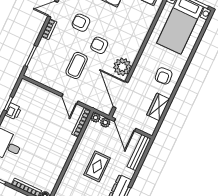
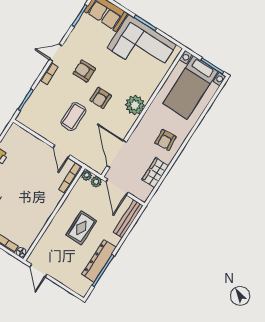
armchair: (99, 45) -> (101, 98), turned -90
plant: (122, 67) -> (135, 105), moved

